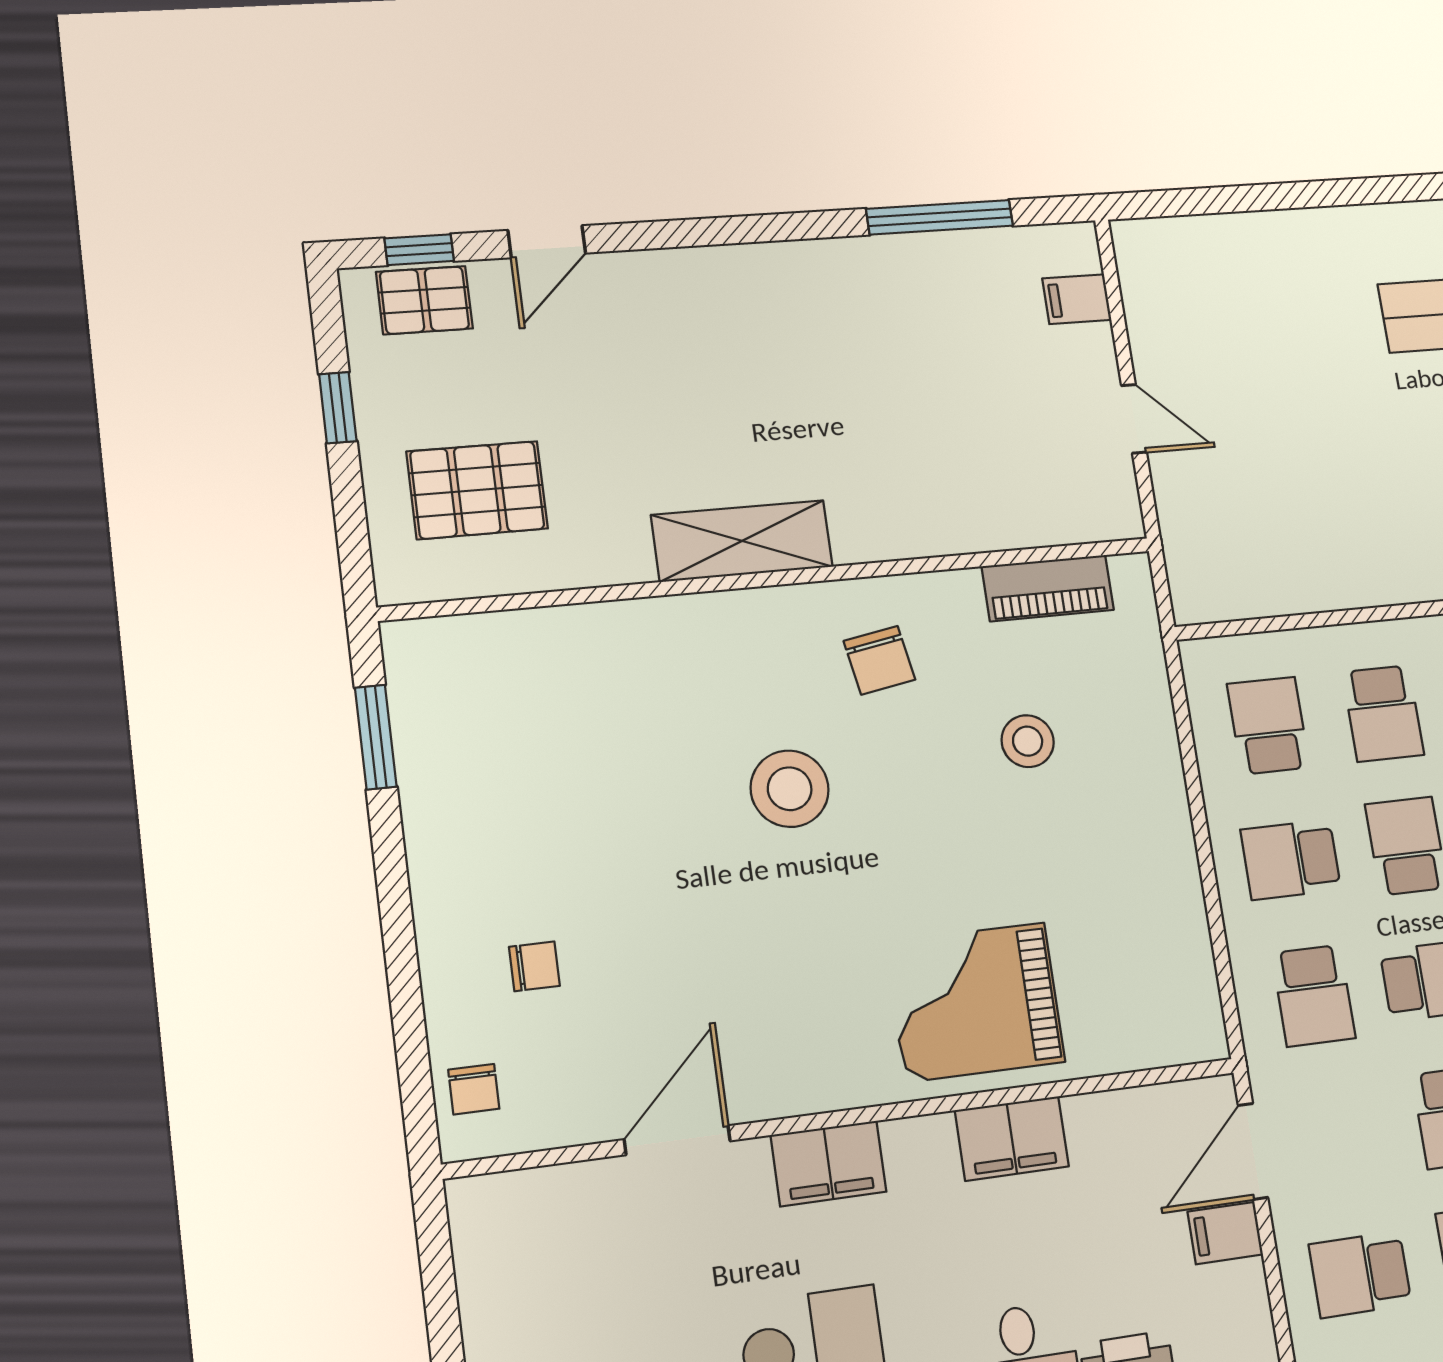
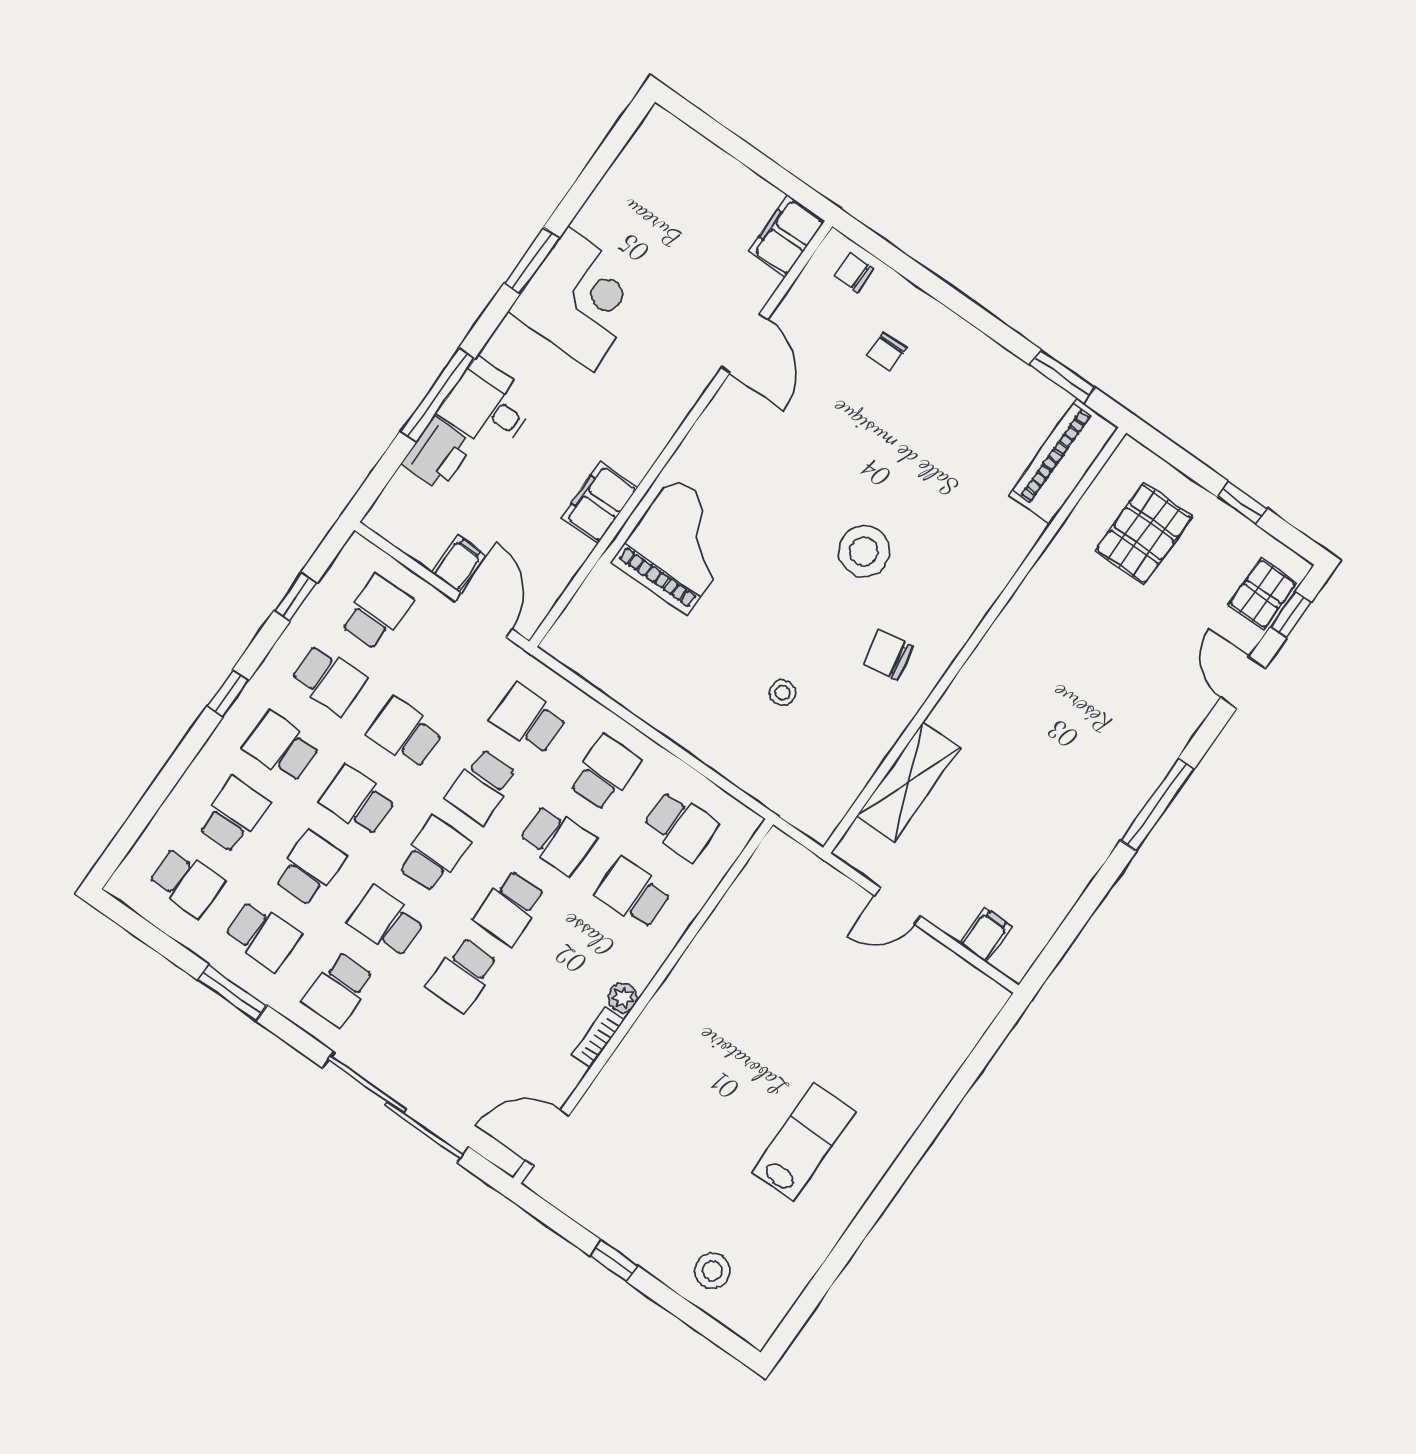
window: (940, 217) -> (1157, 805), moved
shelving: (742, 541) -> (909, 782), moved
piano: (1048, 588) -> (1063, 462), moved, width x1.37, depth x1.33
stool: (1028, 741) -> (783, 693), width x0.73, depth x0.73
filing cabinet: (829, 1163) -> (787, 236), moved

